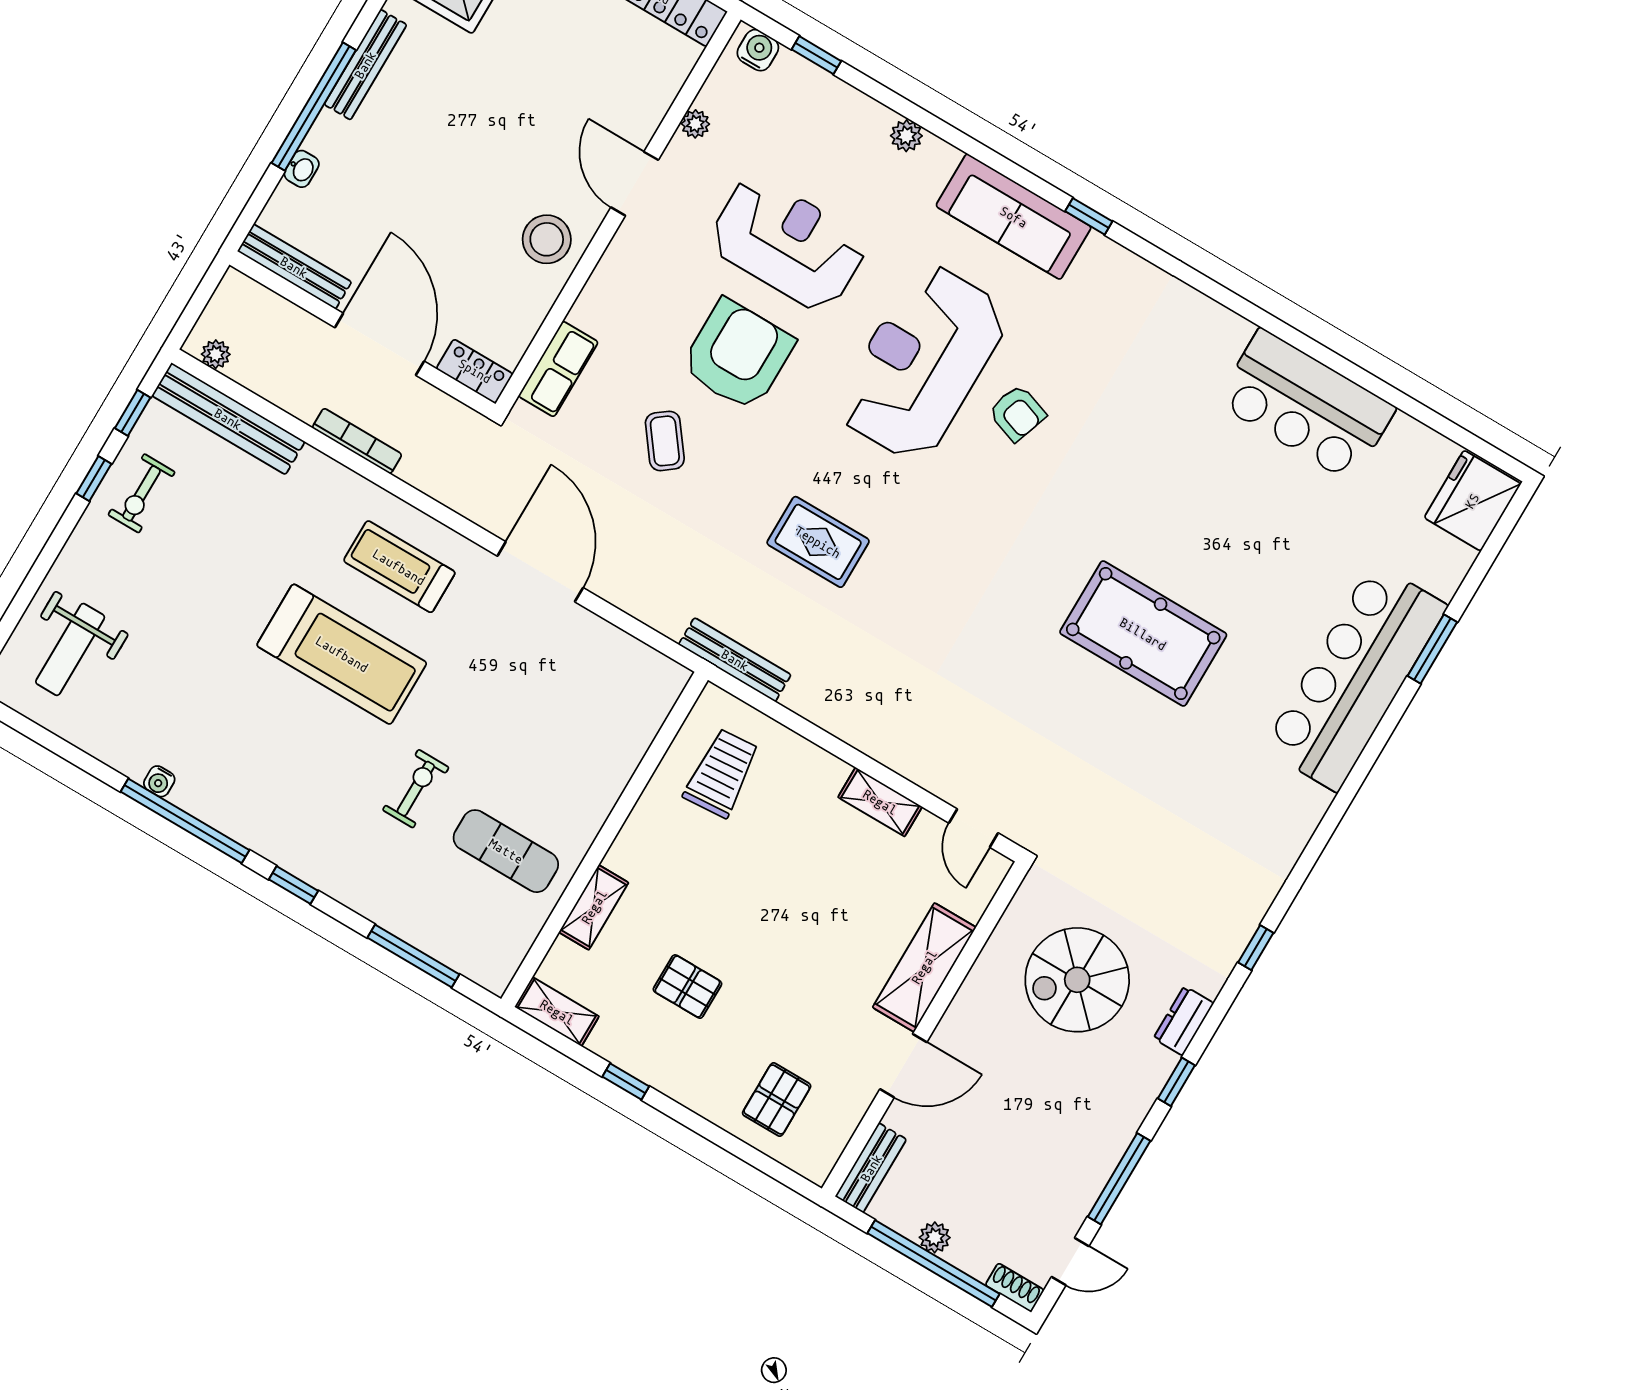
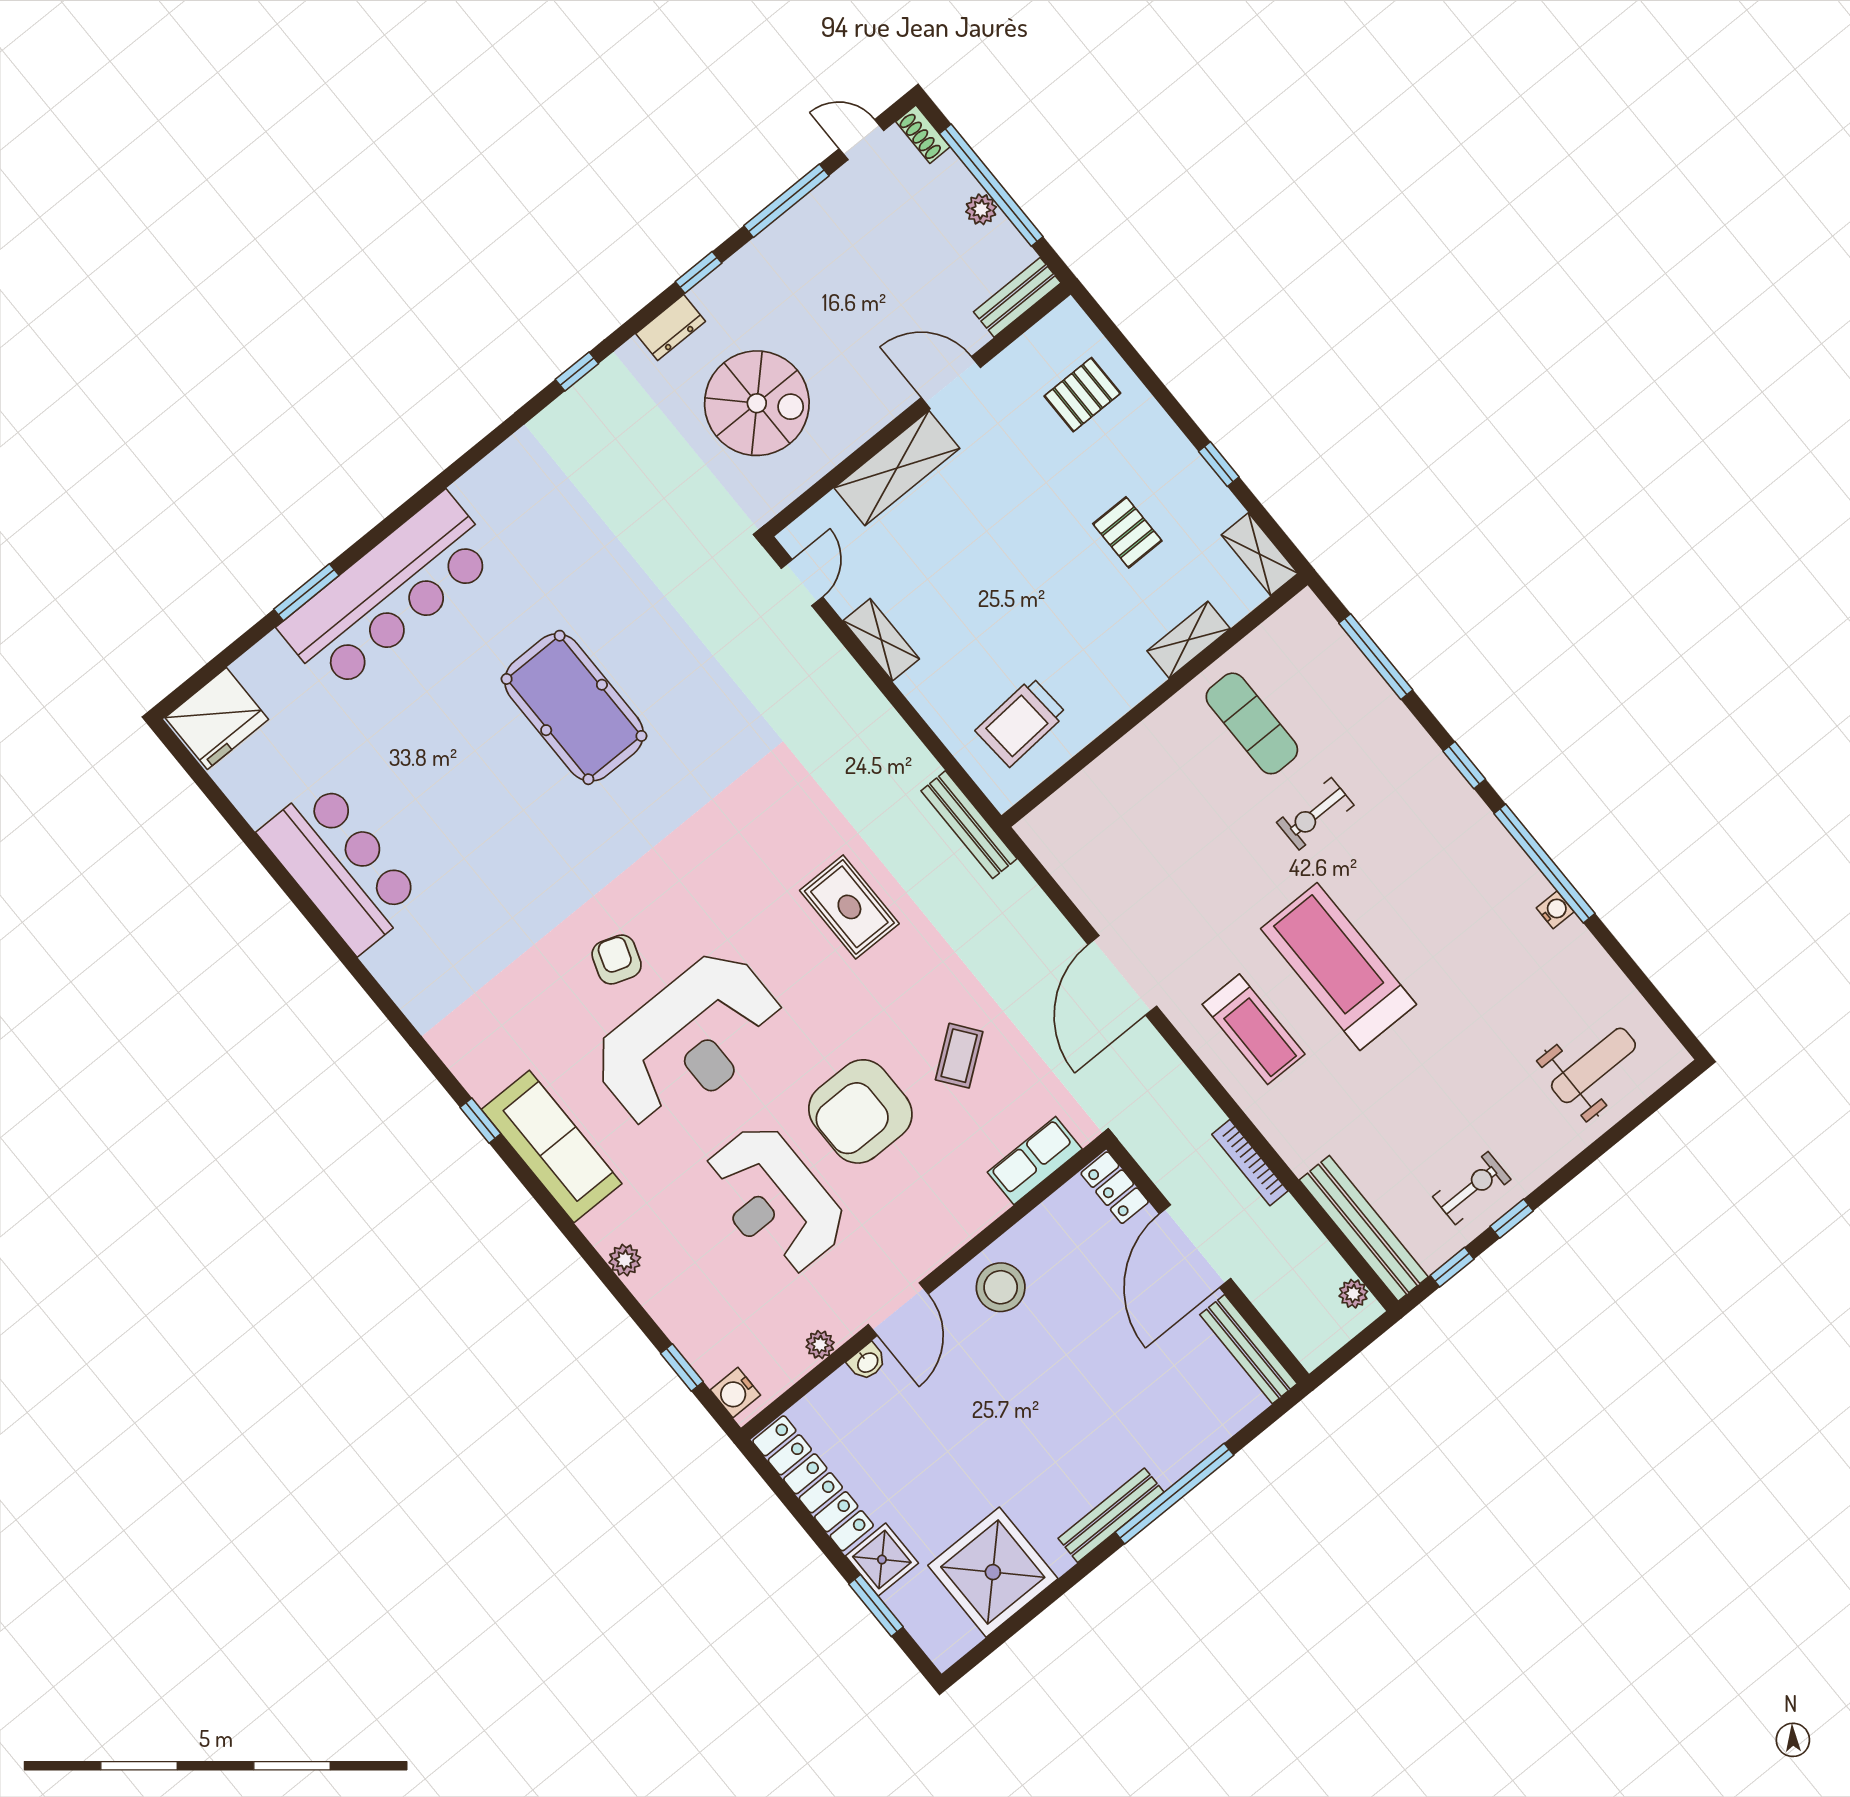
washbasin: (302, 169) -> (867, 1362), moved, turned 180

